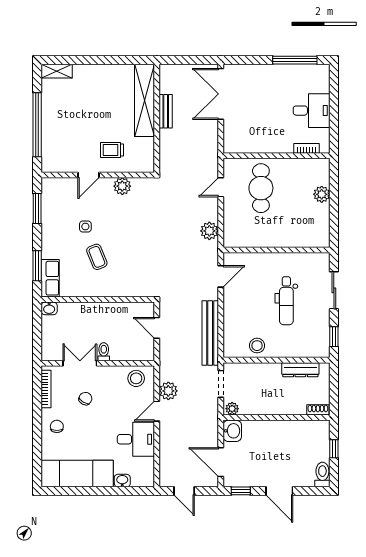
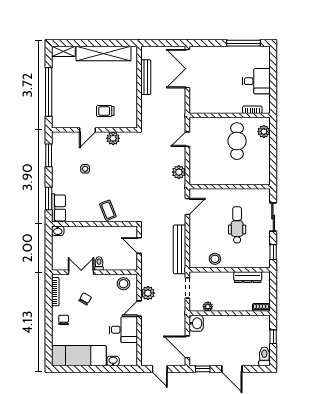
shelving: (145, 100) -> (104, 54), moved, turned 90
bench: (166, 111) -> (146, 77), width x1.36
cafe table: (261, 188) -> (237, 141), moved
plant: (322, 194) -> (264, 132), moved
coffee table: (97, 257) -> (108, 210), moved
dental chair: (286, 301) -> (237, 225), turned 180
plant: (232, 409) -> (208, 307), moved

